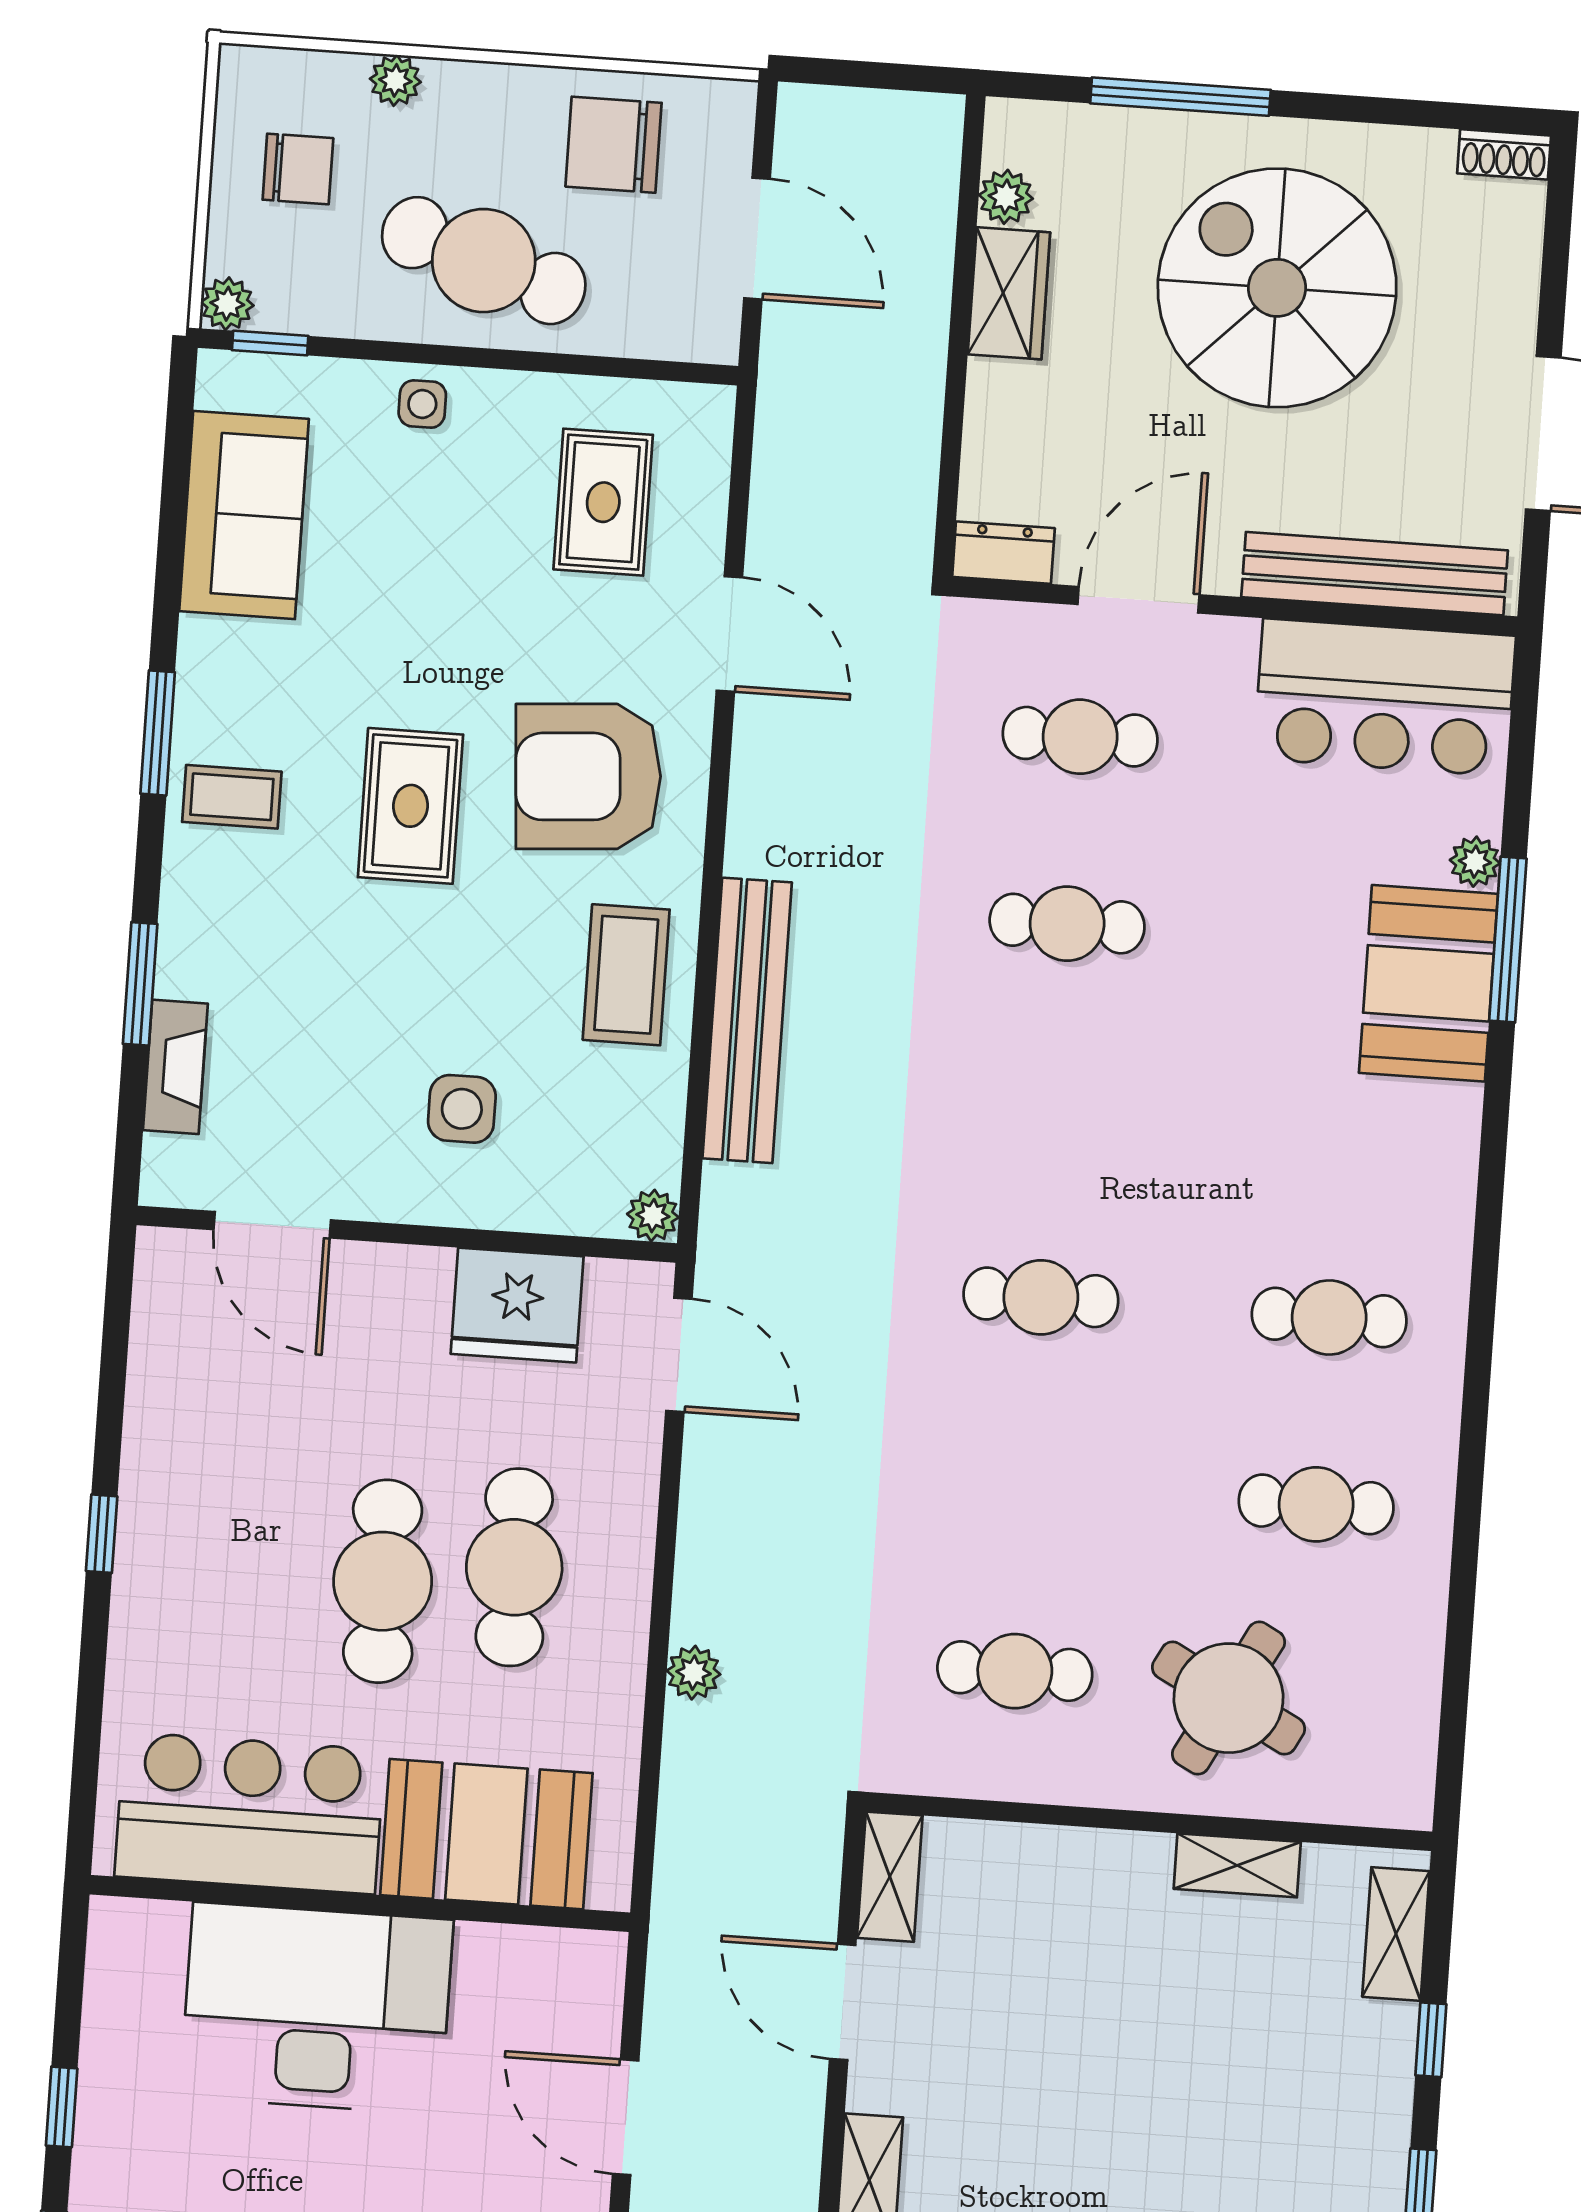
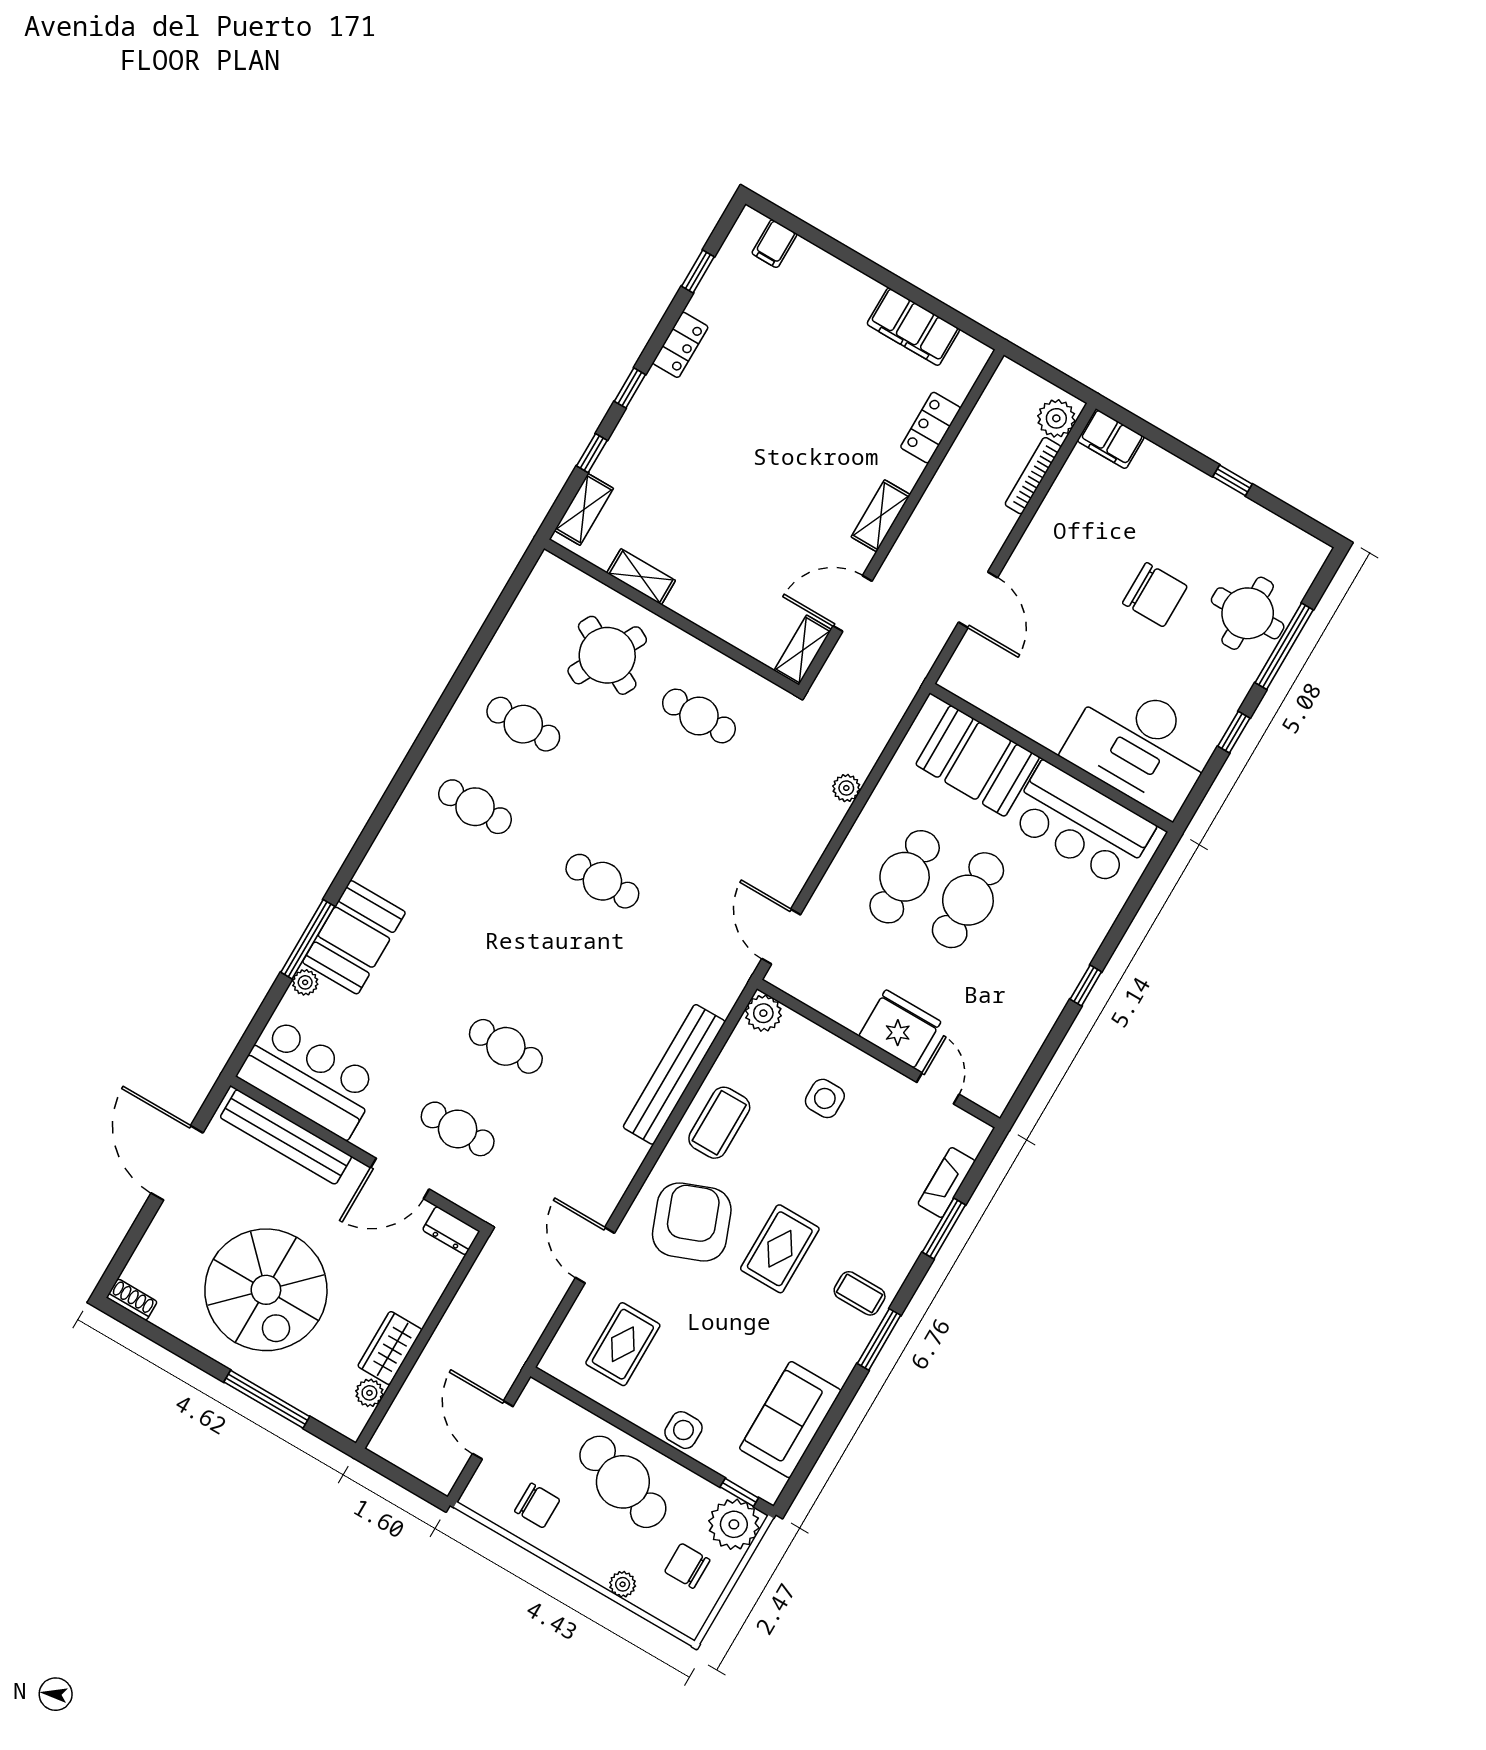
chair: (614, 145) -> (537, 1506), width x0.73, depth x0.73
plant: (227, 304) -> (734, 1524), width x1.87, depth x1.87
side table: (422, 404) -> (683, 1430), width x1.37, depth x1.37
armchair: (588, 776) -> (692, 1222), turned -107
plant: (653, 1216) -> (763, 1013), width x1.38, depth x1.38
door: (272, 1225) -> (938, 1088), width x0.73
fridge: (517, 1305) -> (900, 1029), moved
door: (843, 2002) -> (853, 603), swing flipped
desk: (317, 2008) -> (1141, 746), moved

